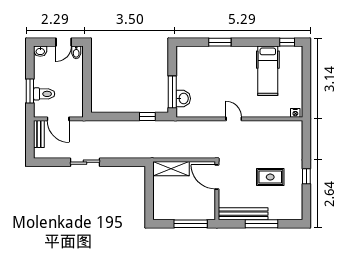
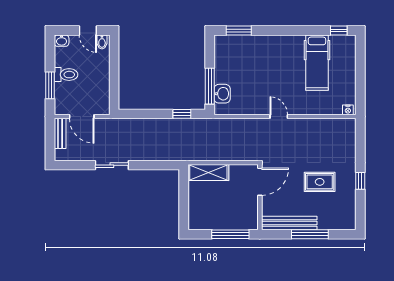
door: (64, 42) -> (88, 30), hinge flipped
window: (220, 42) -> (239, 30), moved
toilet: (44, 94) -> (66, 75), moved
door: (217, 177) -> (260, 182), swing flipped

